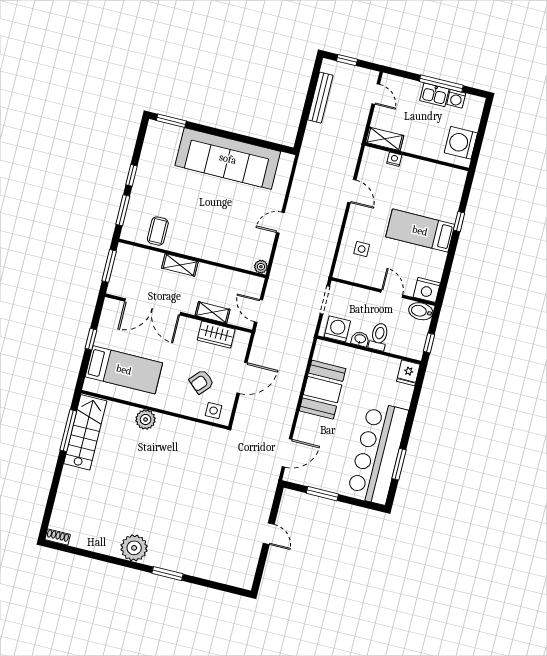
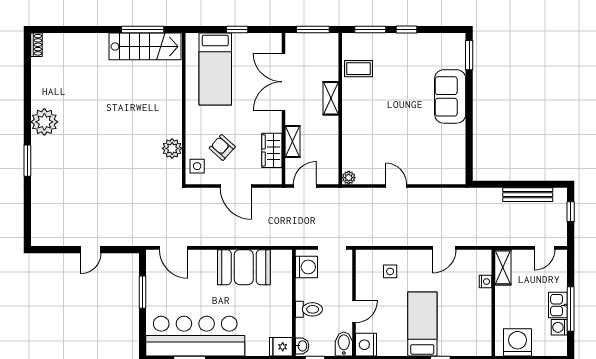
sofa: (228, 159) -> (450, 96), width x0.54, depth x0.79
washbasin: (360, 339) -> (302, 346), moved
plant: (146, 419) -> (172, 148), moved

